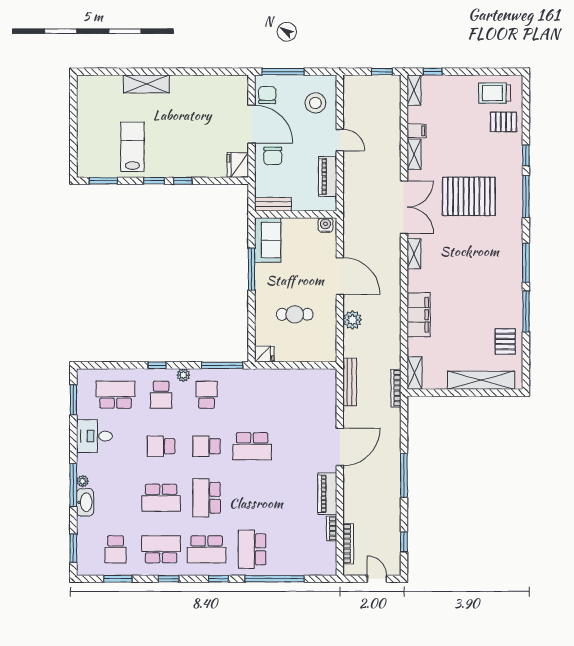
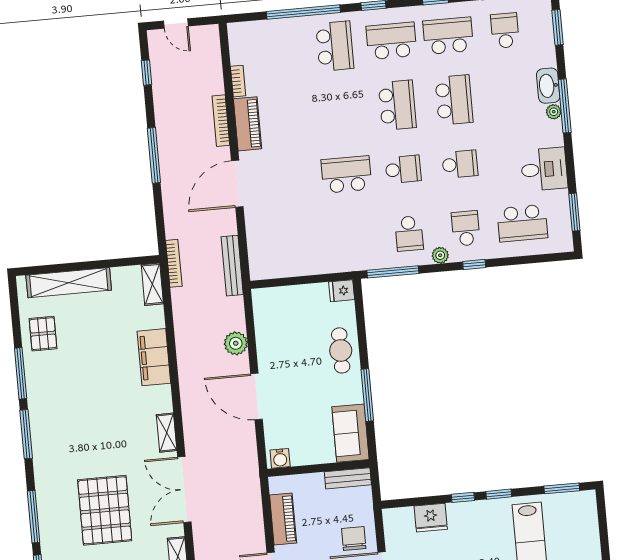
fridge: (238, 165) -> (431, 518), moved, turned 90
pallet: (469, 196) -> (105, 510), turned 90
cafe table: (295, 314) -> (341, 350), moved, turned 90
school desk: (161, 498) -> (454, 100), turned 90
bookcase: (348, 544) -> (221, 121), moved
school desk: (161, 549) -> (448, 36), turned 180

